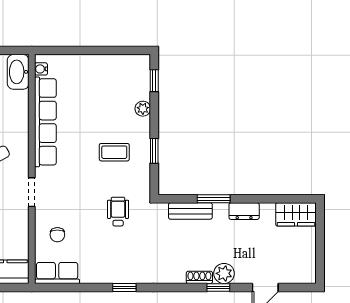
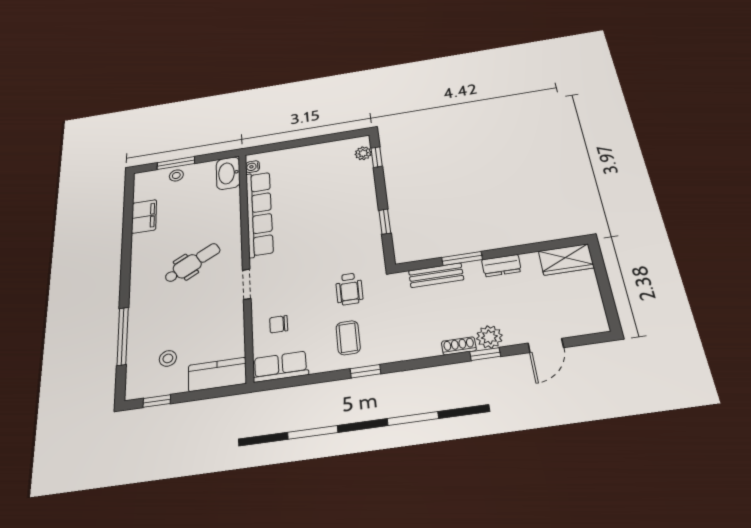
plant: (143, 109) -> (363, 153), moved
coffee table: (114, 152) -> (348, 338), moved, turned 90
wheelchair: (118, 212) -> (349, 289), turned 180
chair: (57, 235) -> (279, 324), turned 90

